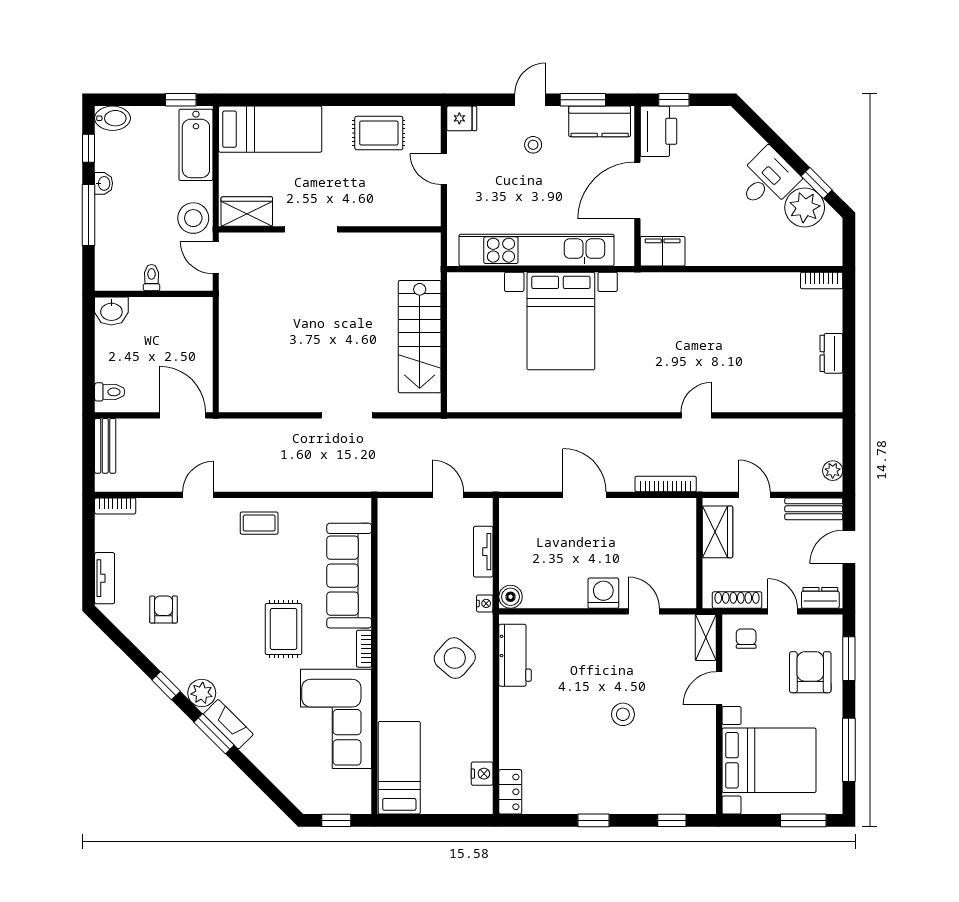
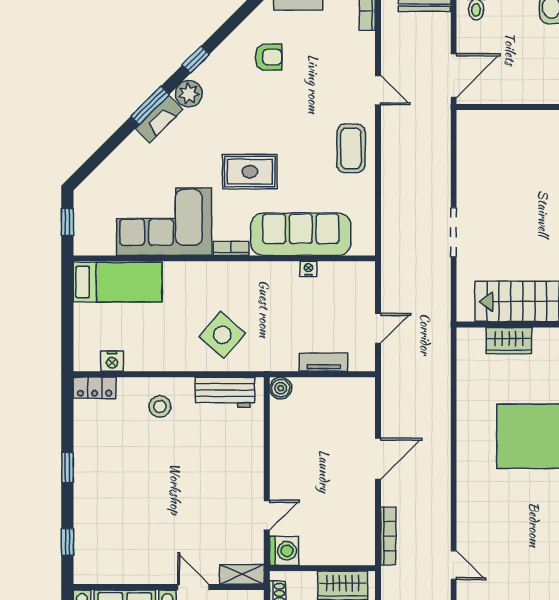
wardrobe: (461, 357) -> (509, 341), added
coffee table: (259, 523) -> (351, 148), width x1.36, depth x1.30
washing machine: (603, 593) -> (284, 551), moved
nightstand: (485, 603) -> (308, 269), moved, turned 180
stool: (623, 714) -> (160, 406), moved

